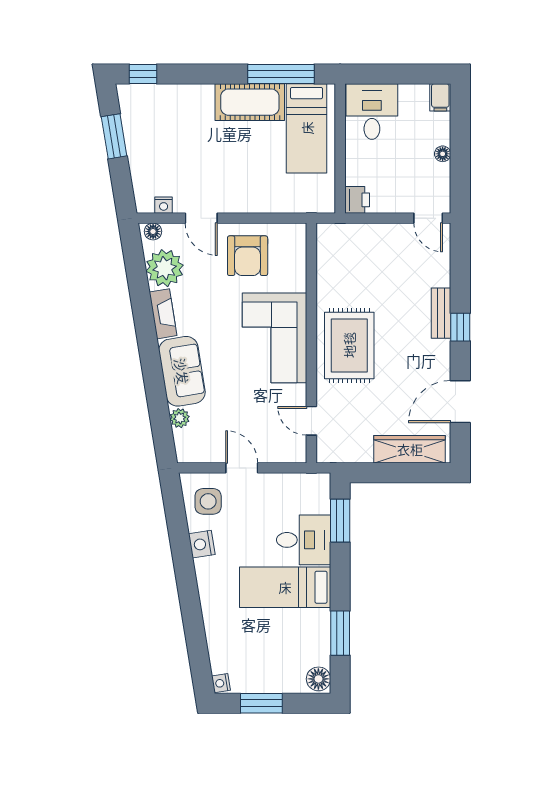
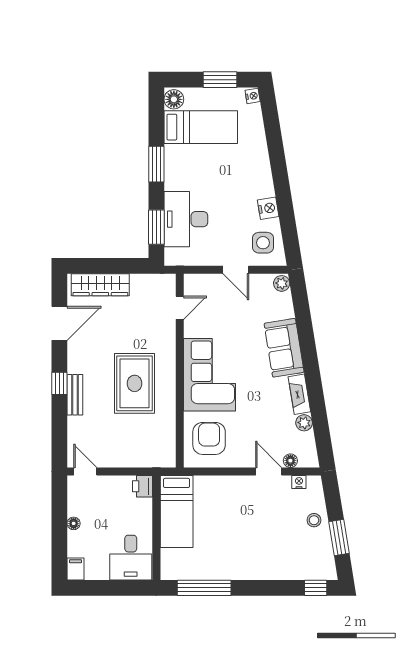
cot: (250, 102) -> (229, 565), removed
bed: (307, 128) -> (177, 511), moved, turned 180
stool: (145, 158) -> (314, 520), added
floor lamp: (153, 231) -> (290, 461), moved
armchair: (248, 256) -> (209, 438), moved
plant: (165, 268) -> (304, 423), width x0.53, depth x0.53
rug: (349, 345) -> (135, 383), moved
plant: (180, 418) -> (282, 283), moved
door: (311, 421) -> (180, 308), hinge flipped
desk: (304, 540) -> (186, 219), width x1.37
bed: (285, 587) -> (201, 127), moved
window: (340, 633) -> (156, 164), moved

